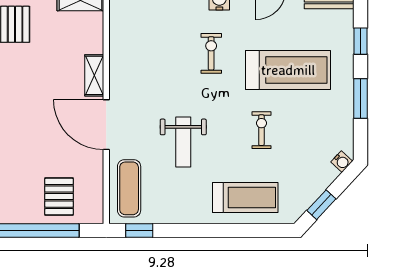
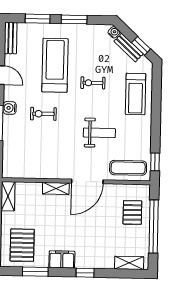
window: (360, 41) -> (38, 19), width x1.50
bench: (318, 185) -> (129, 48), added
pallet: (59, 197) -> (132, 212), turned 90
treadmill: (245, 198) -> (136, 94), turned 180

